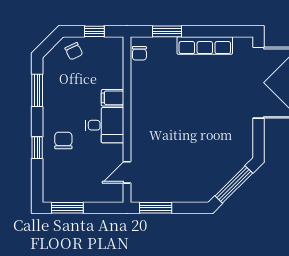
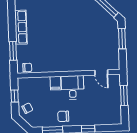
chair: (63, 141) -> (63, 116), moved
window: (67, 208) -> (124, 95), moved
window: (156, 208) -> (122, 39), moved

